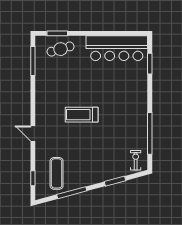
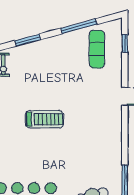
treadmill: (82, 115) -> (44, 119), moved

